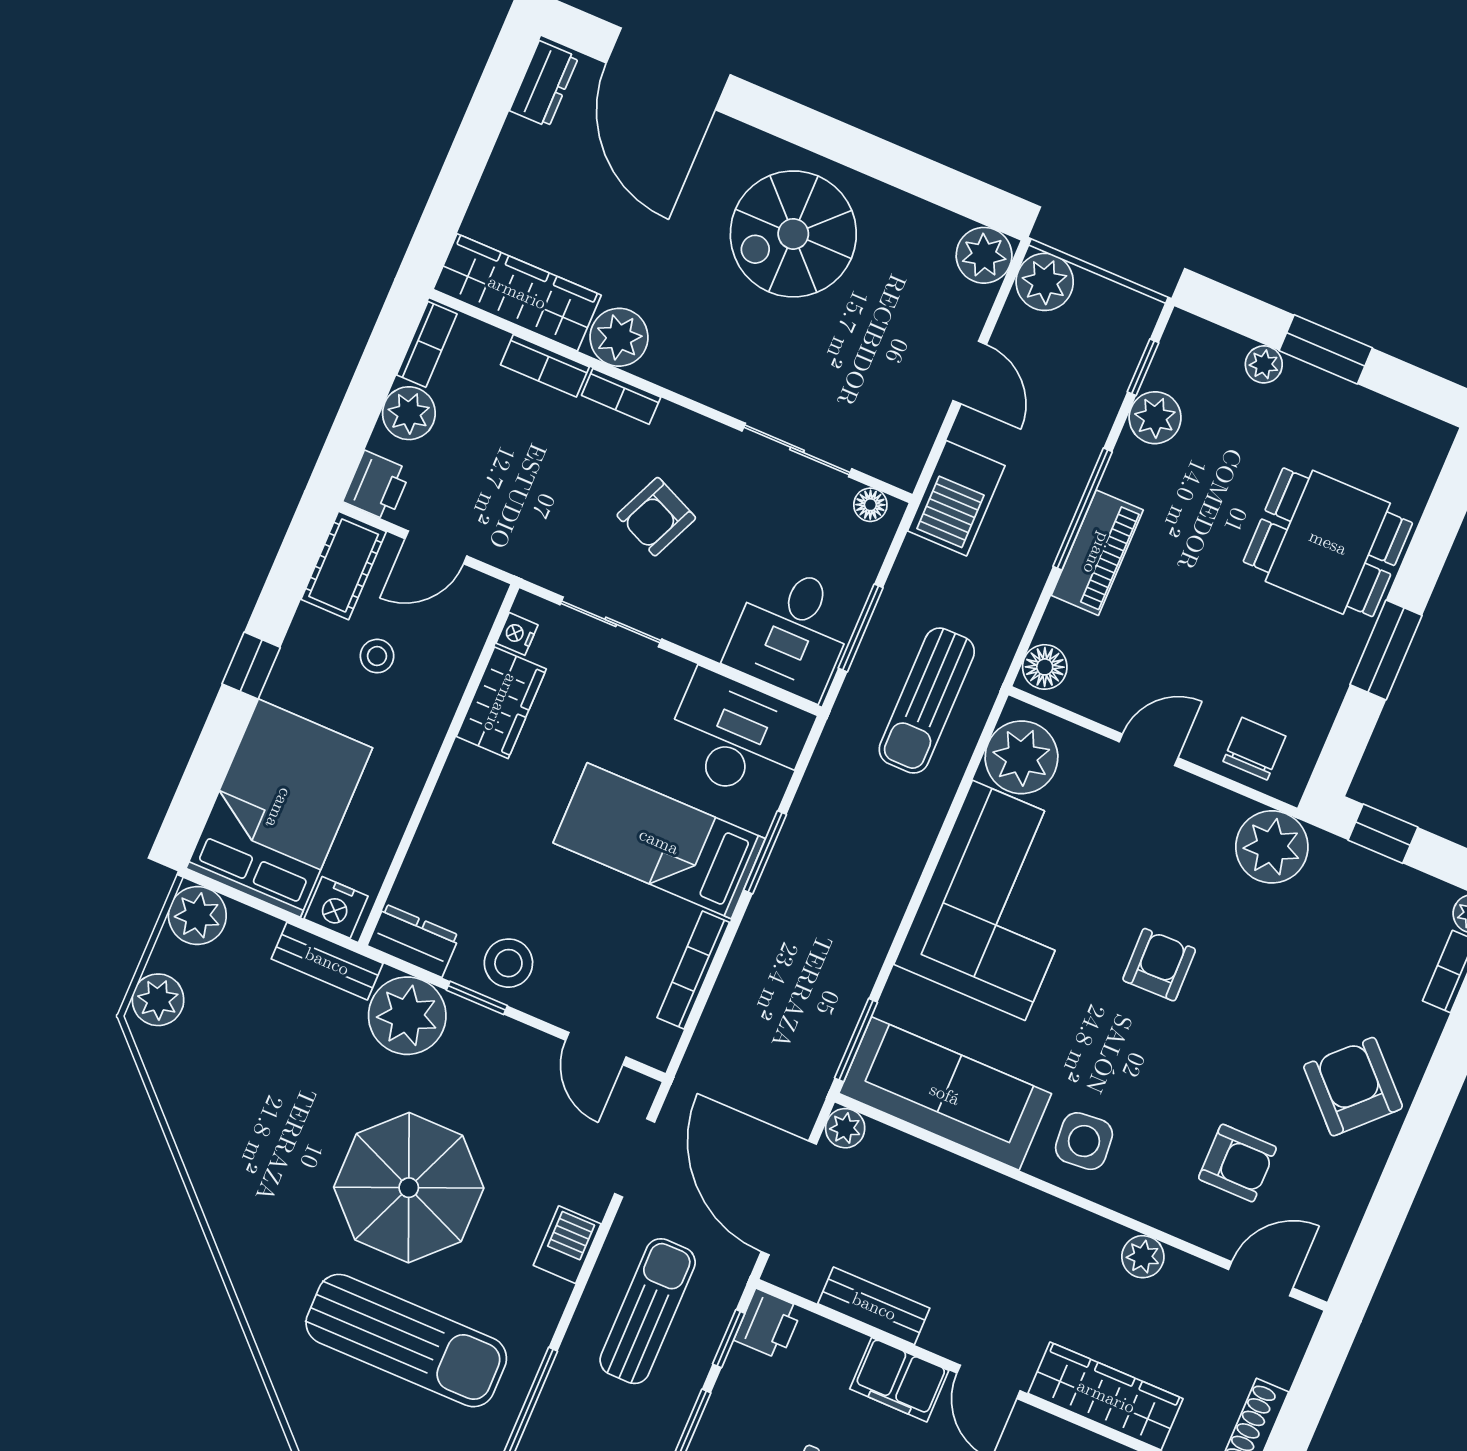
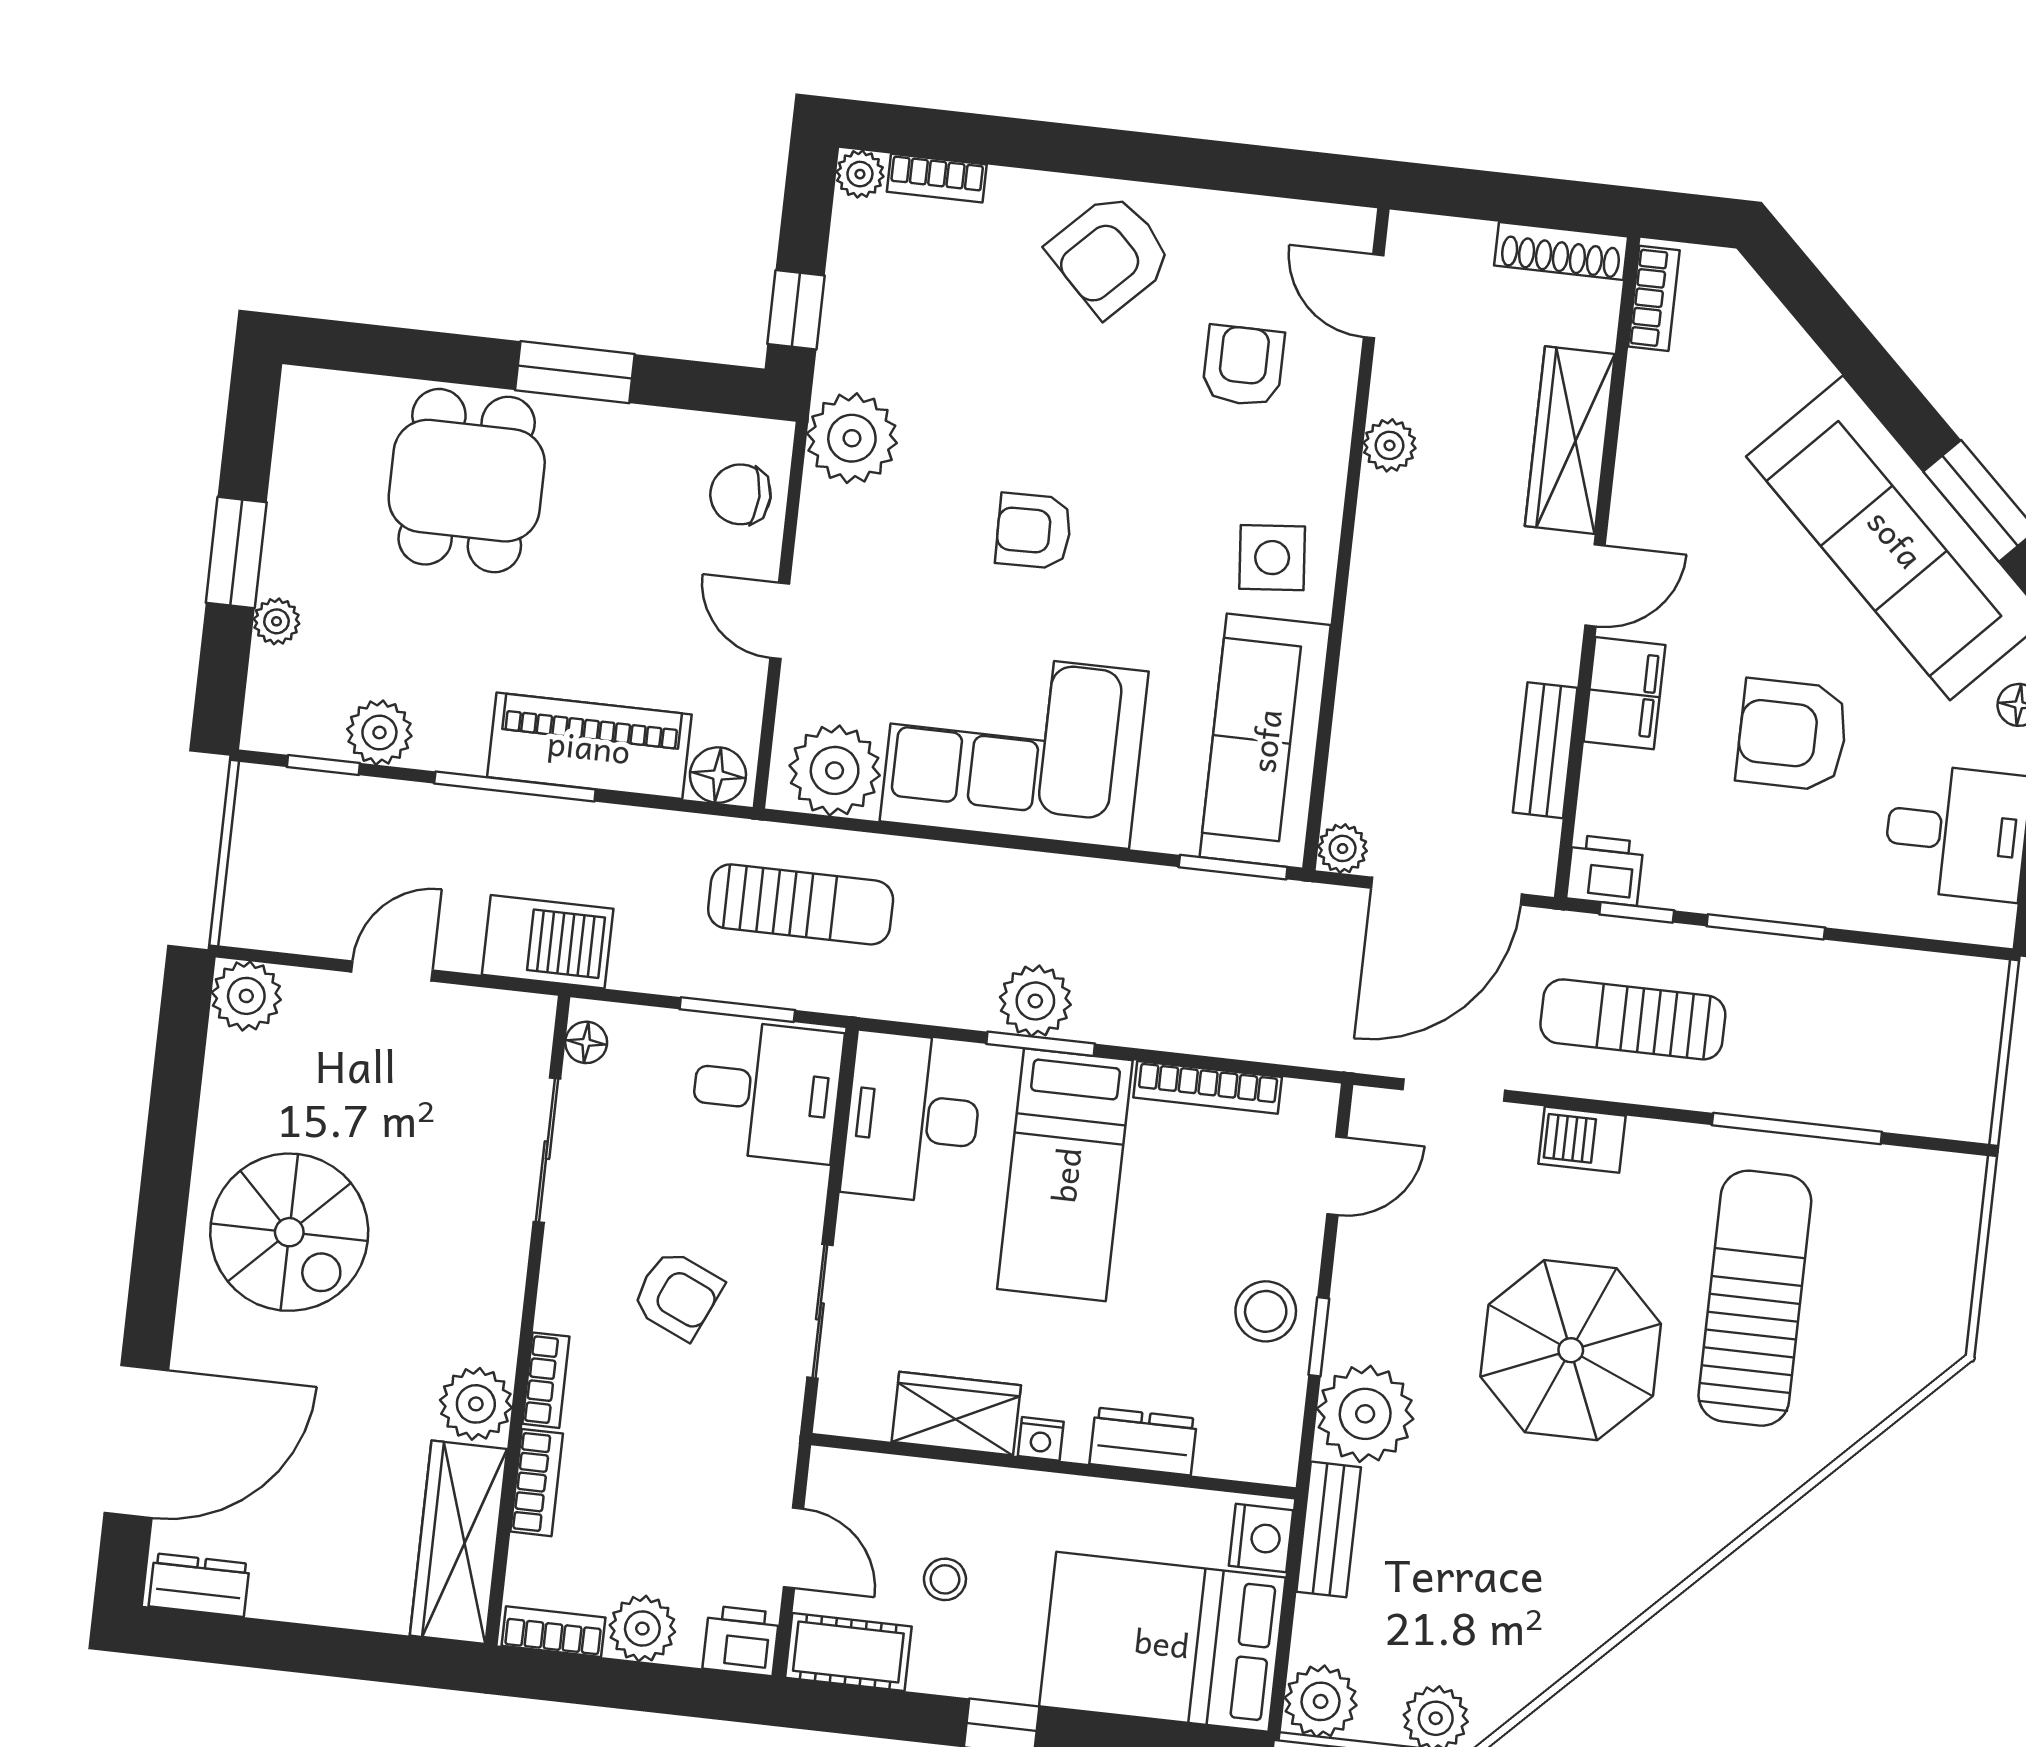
plant: (1045, 282) -> (1035, 1001), moved
piano: (1097, 553) -> (589, 746), width x1.37, depth x1.33
nightstand: (517, 634) -> (1041, 1439), moved
dresser: (413, 941) -> (1143, 1441), moved, turned 90

